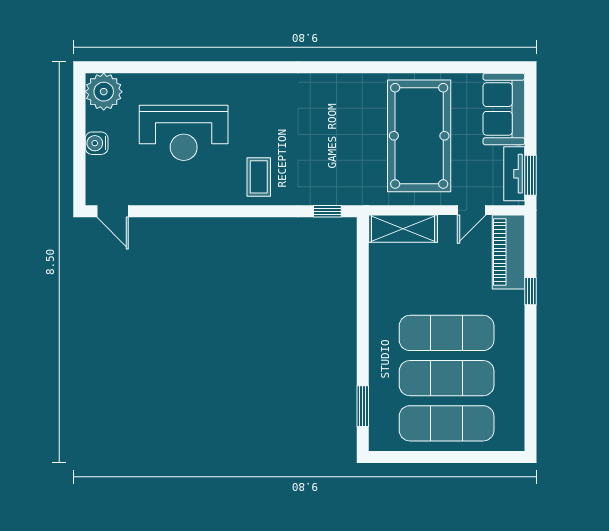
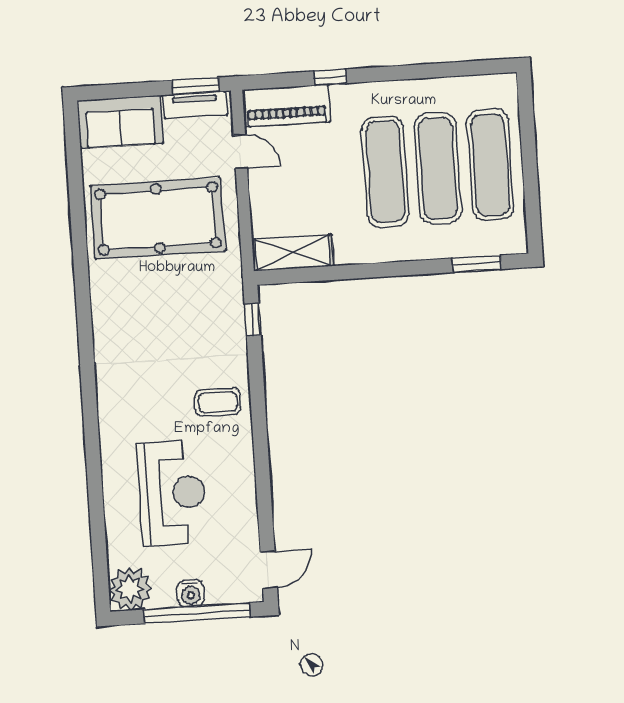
window: (79, 147) -> (197, 613), added
shelving: (403, 229) -> (293, 253), moved, turned 90

